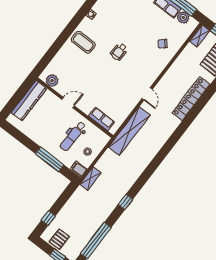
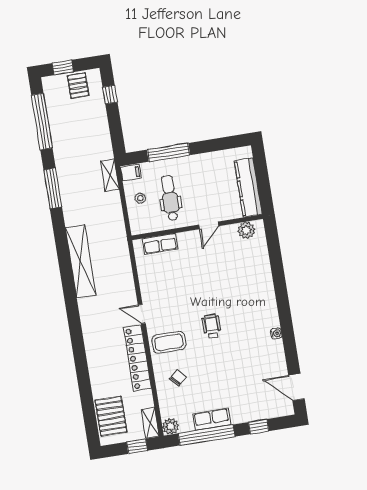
plant: (183, 17) -> (171, 426), moved
coffee table: (83, 42) -> (169, 342), moved
locker: (191, 99) -> (137, 358), moved, turned 180
shelving: (129, 131) -> (81, 261), moved
window: (125, 202) -> (53, 188), width x2.17

